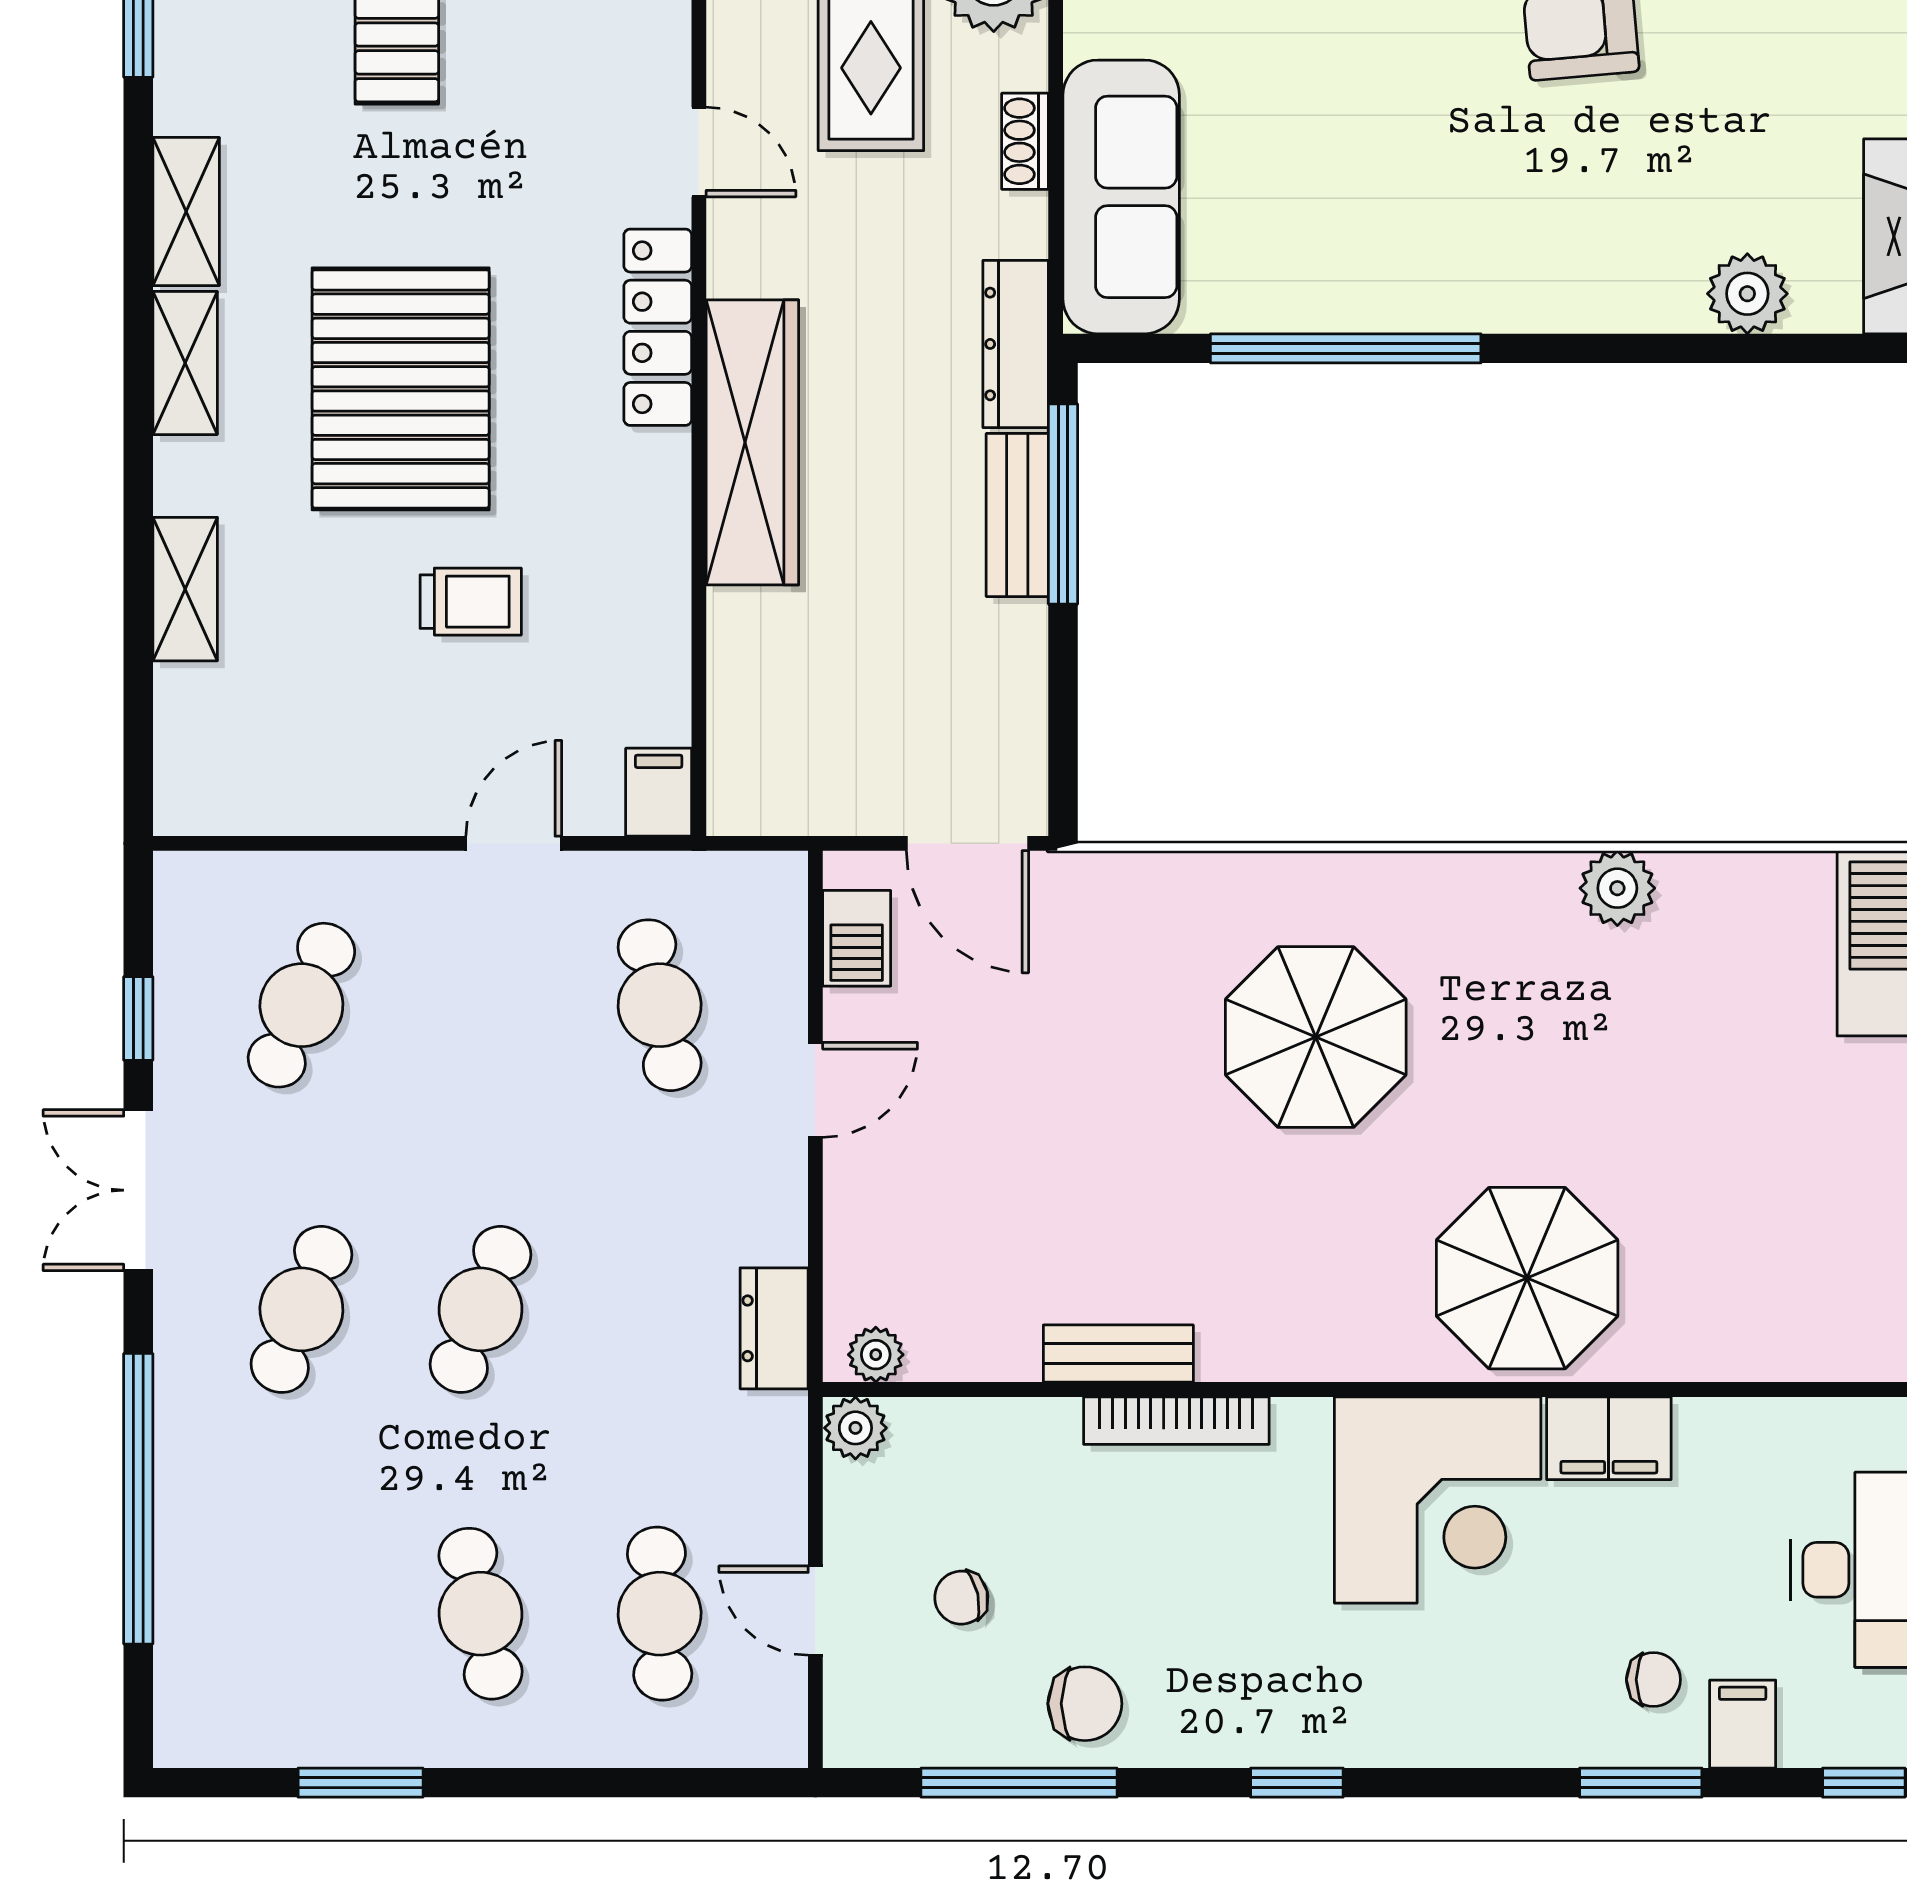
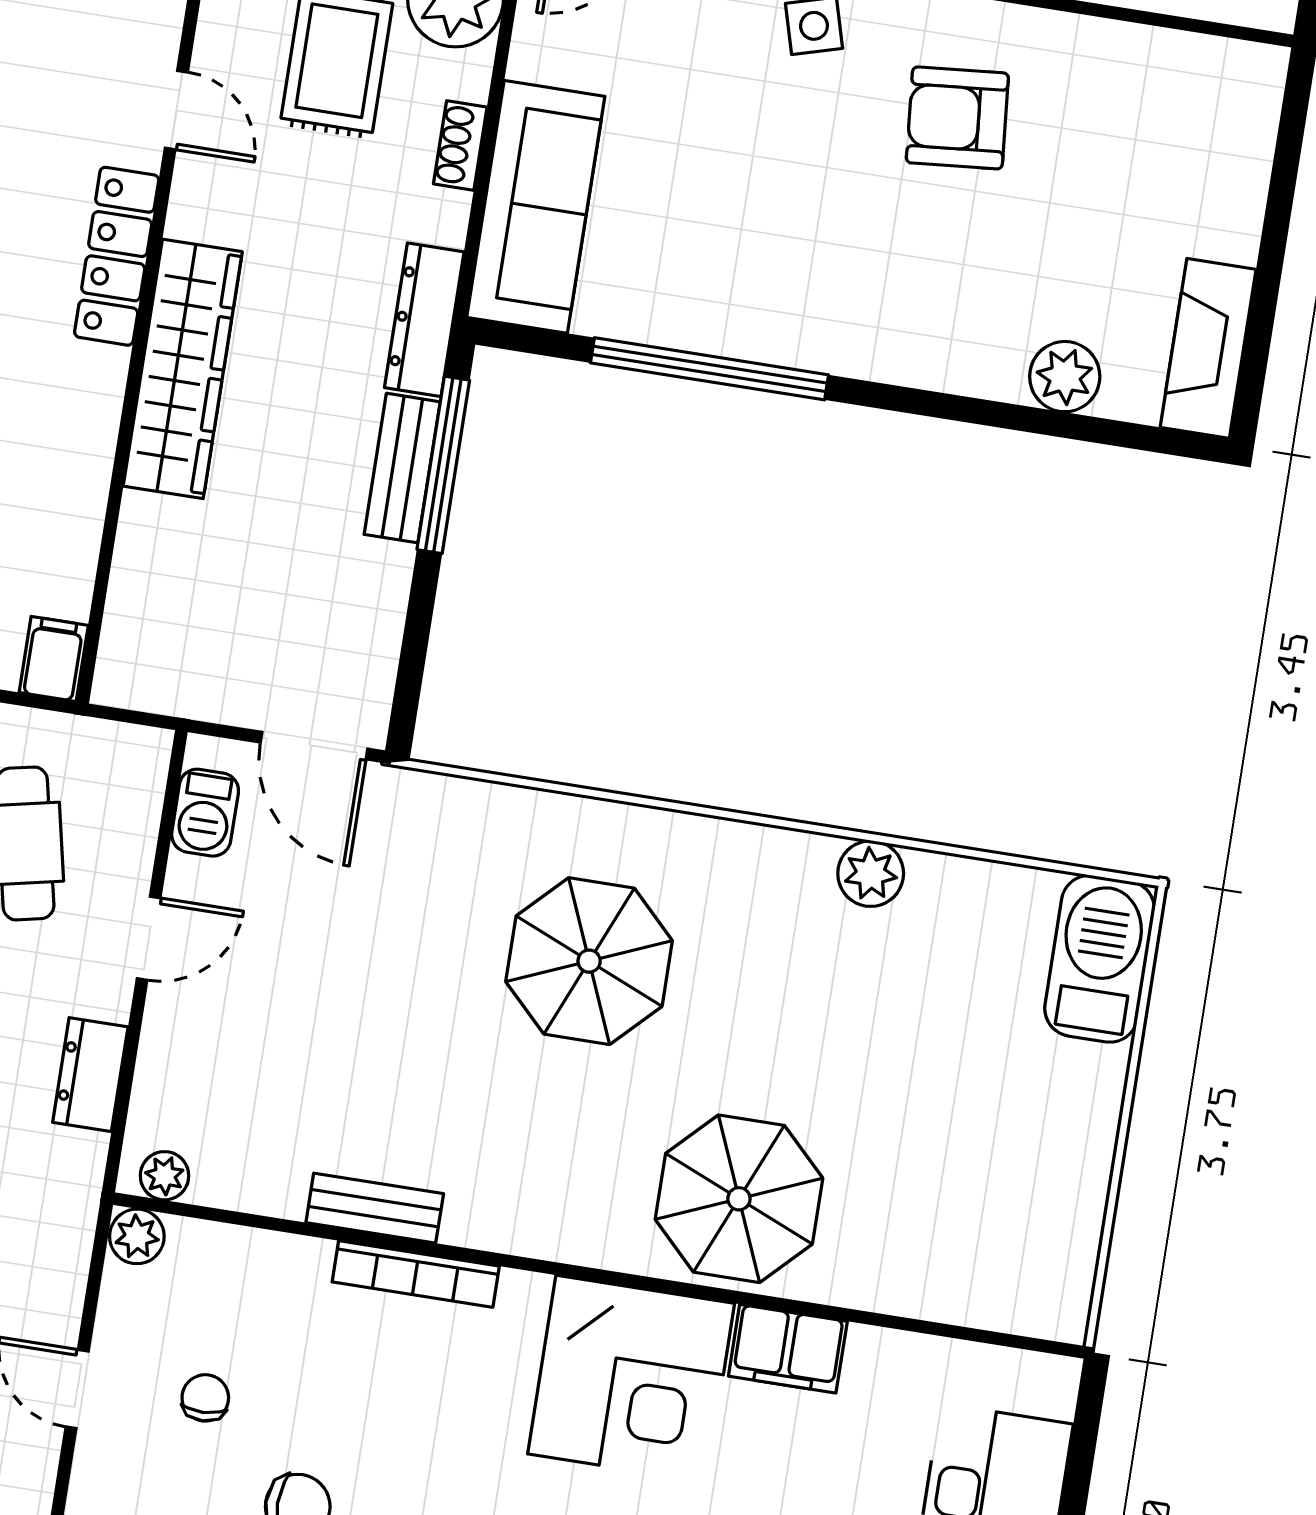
dresser: (774, 1328) -> (90, 1075), moved
chair: (961, 1598) -> (205, 1398), turned 101

